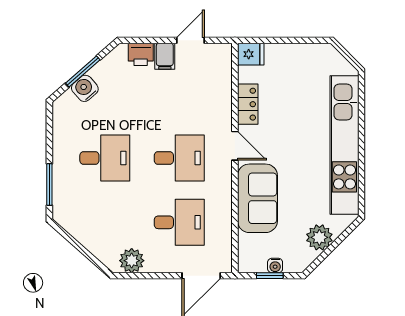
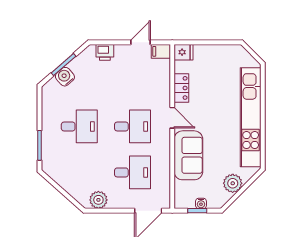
filing cabinet: (165, 56) -> (161, 51), moved, turned 90

